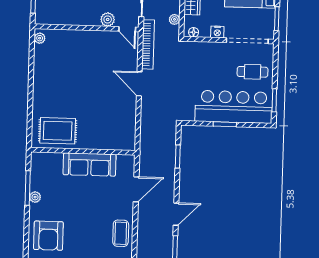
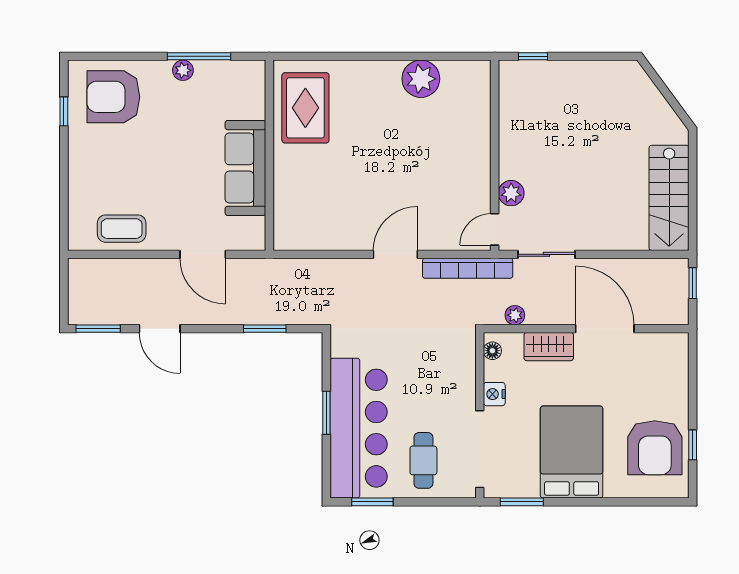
plant: (40, 38) -> (421, 79), moved, width x1.87, depth x1.87

